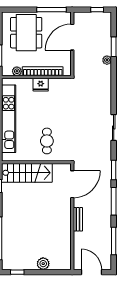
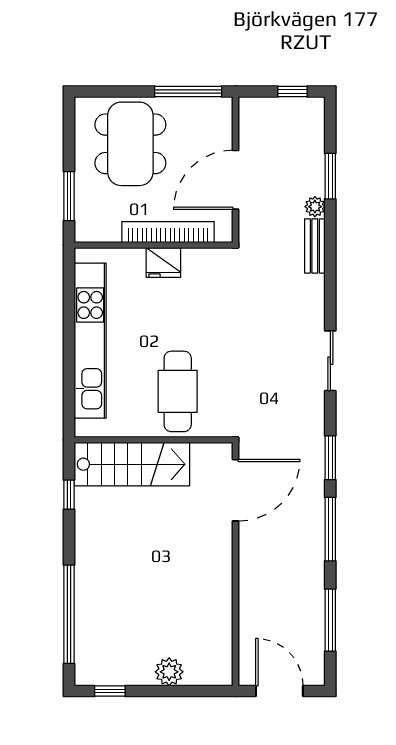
door: (72, 37) -> (236, 180), moved
plant: (17, 71) -> (109, 232), removed
cafe table: (47, 141) -> (178, 391), width x1.37, depth x1.35
bench: (78, 219) -> (315, 246), moved

